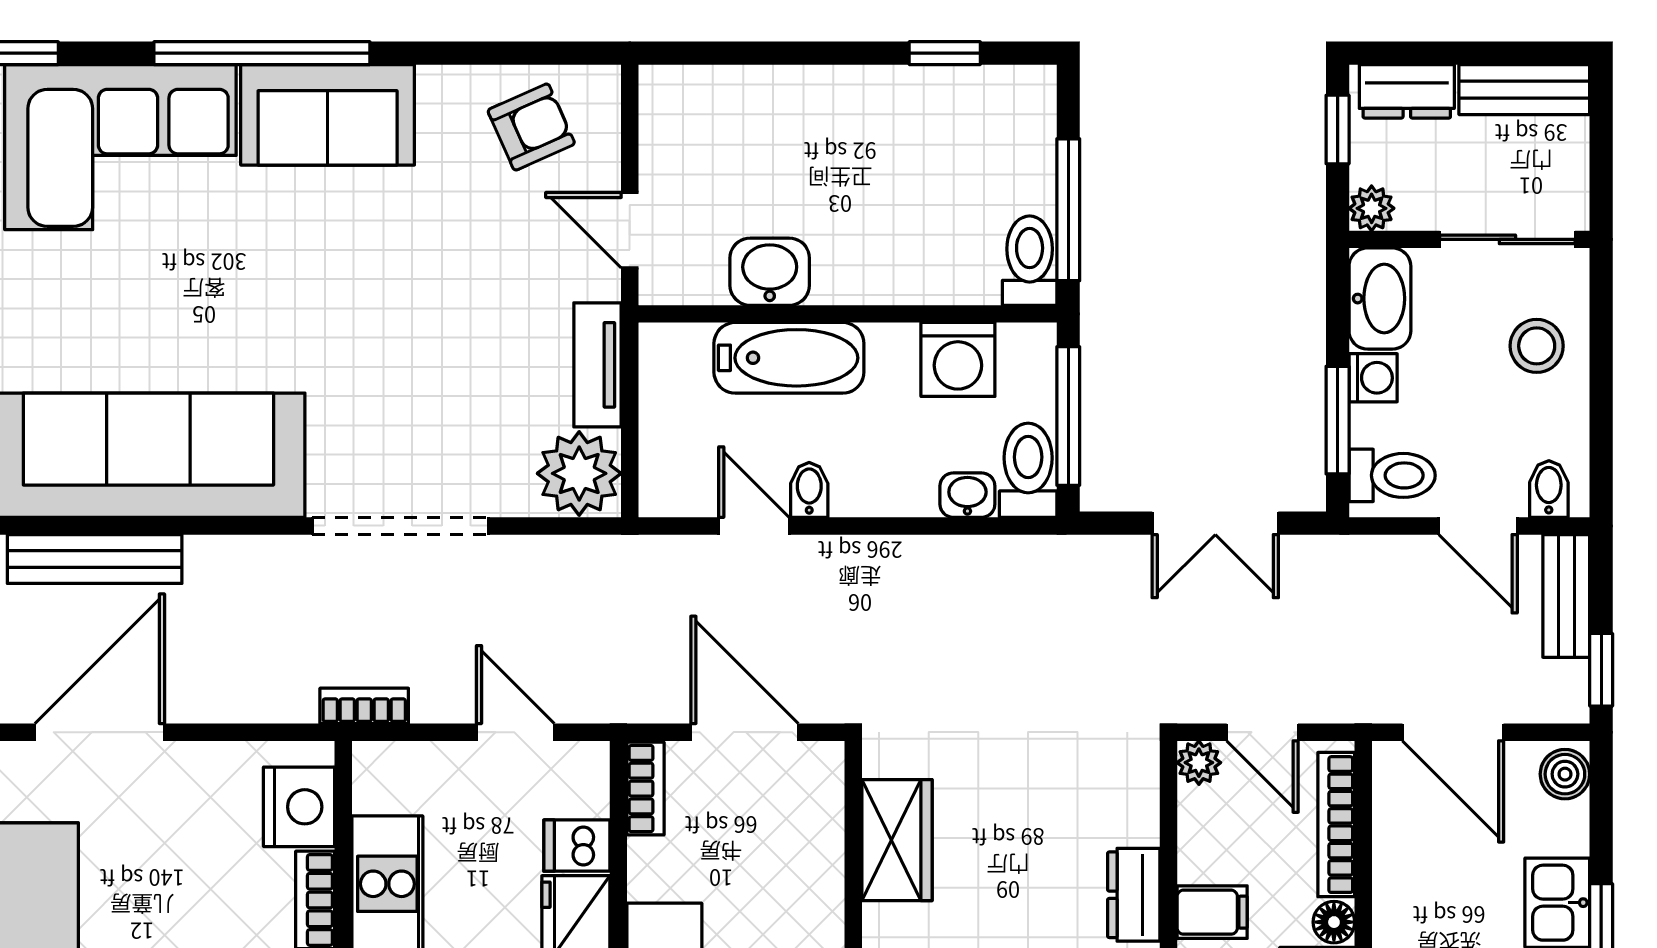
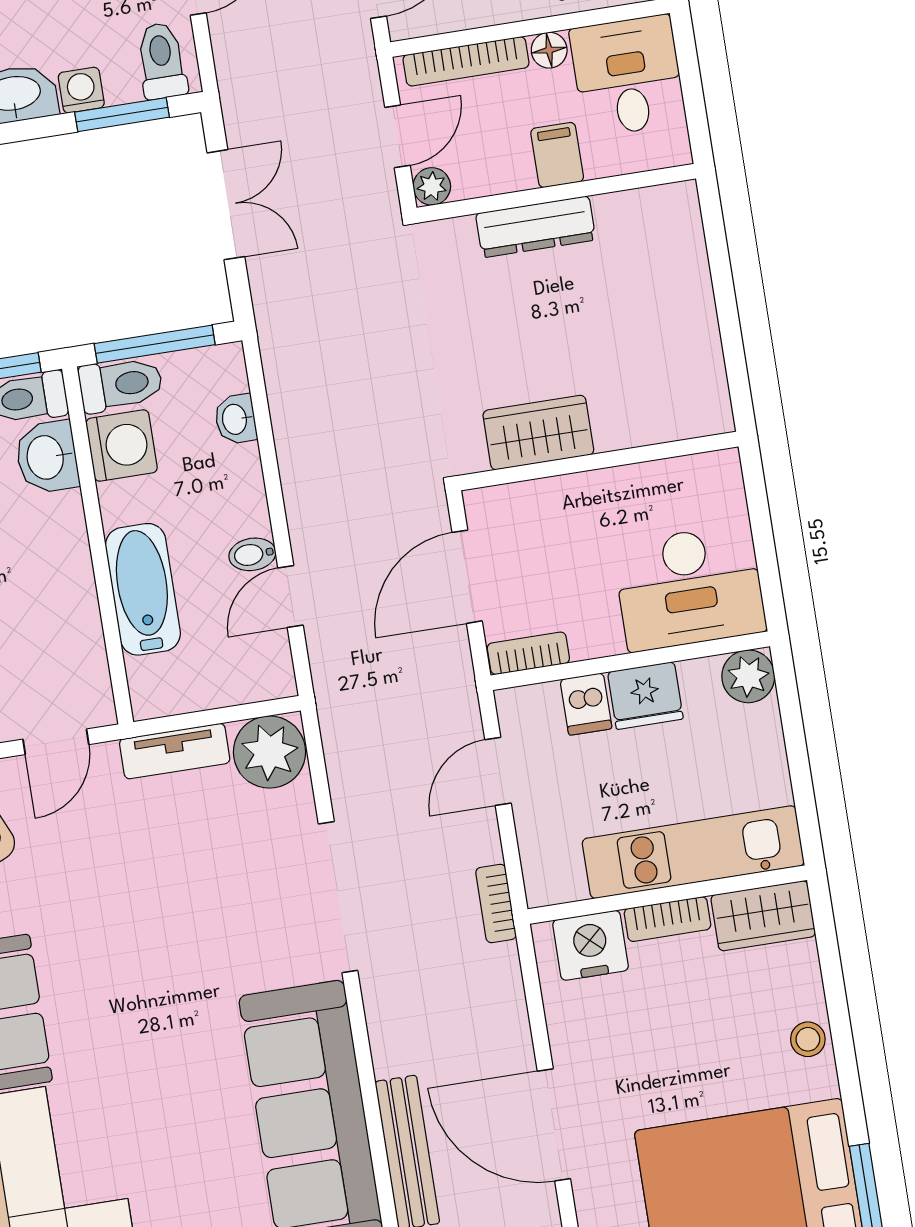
washbasin: (770, 272) -> (47, 457), moved
toilet: (1028, 470) -> (121, 384), moved, turned 180
dresser: (1134, 895) -> (536, 227), width x1.44

